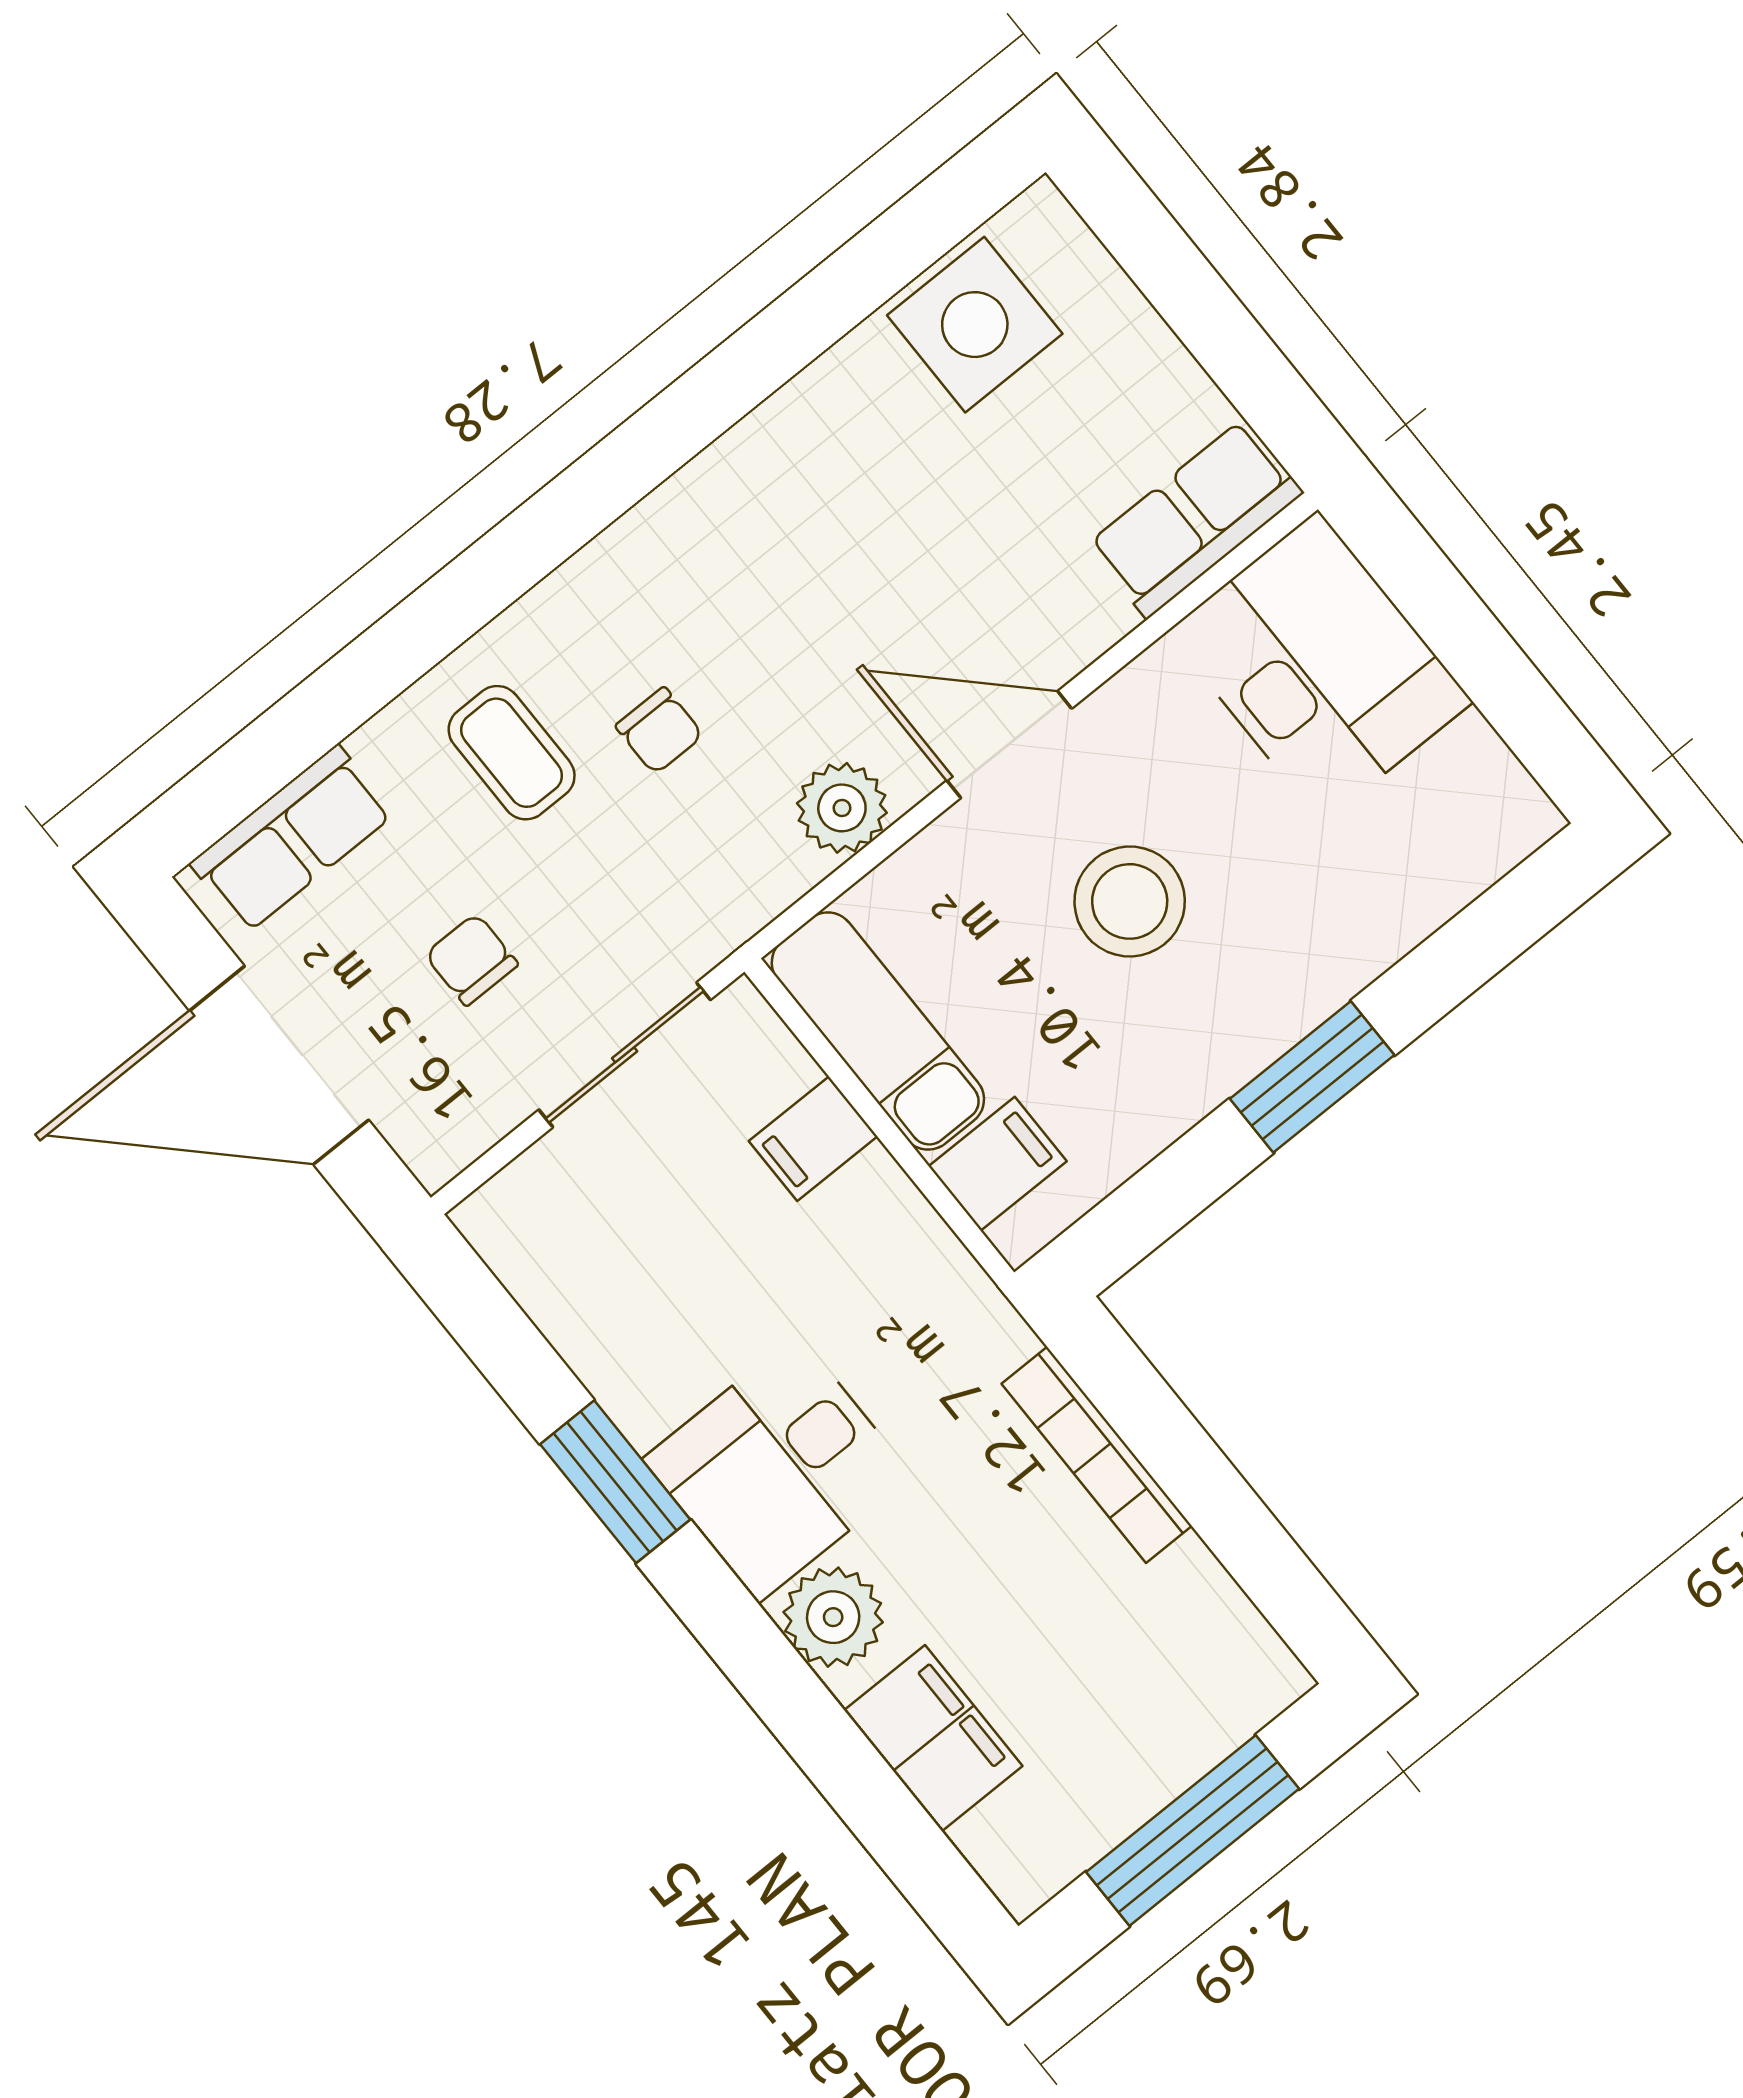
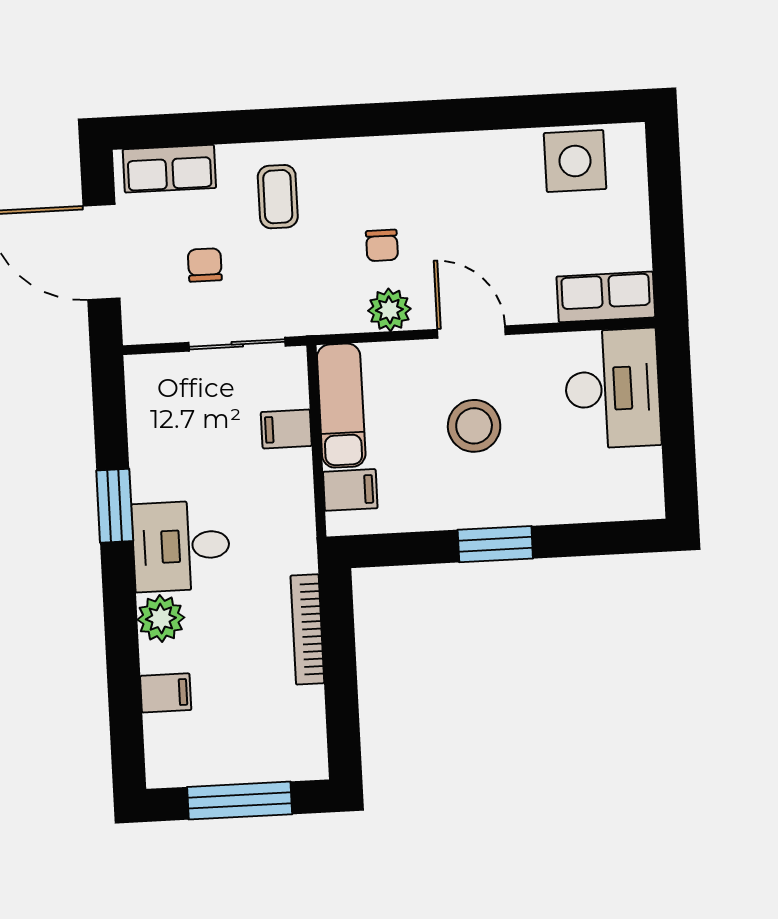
chair: (659, 731) -> (382, 245), moved
filing cabinet: (933, 1738) -> (166, 693), width x0.50

